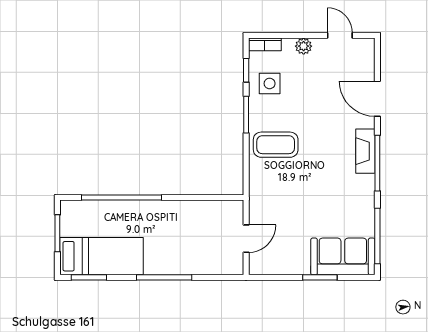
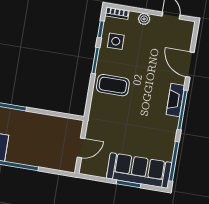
sofa: (343, 256) -> (139, 170), width x1.36

